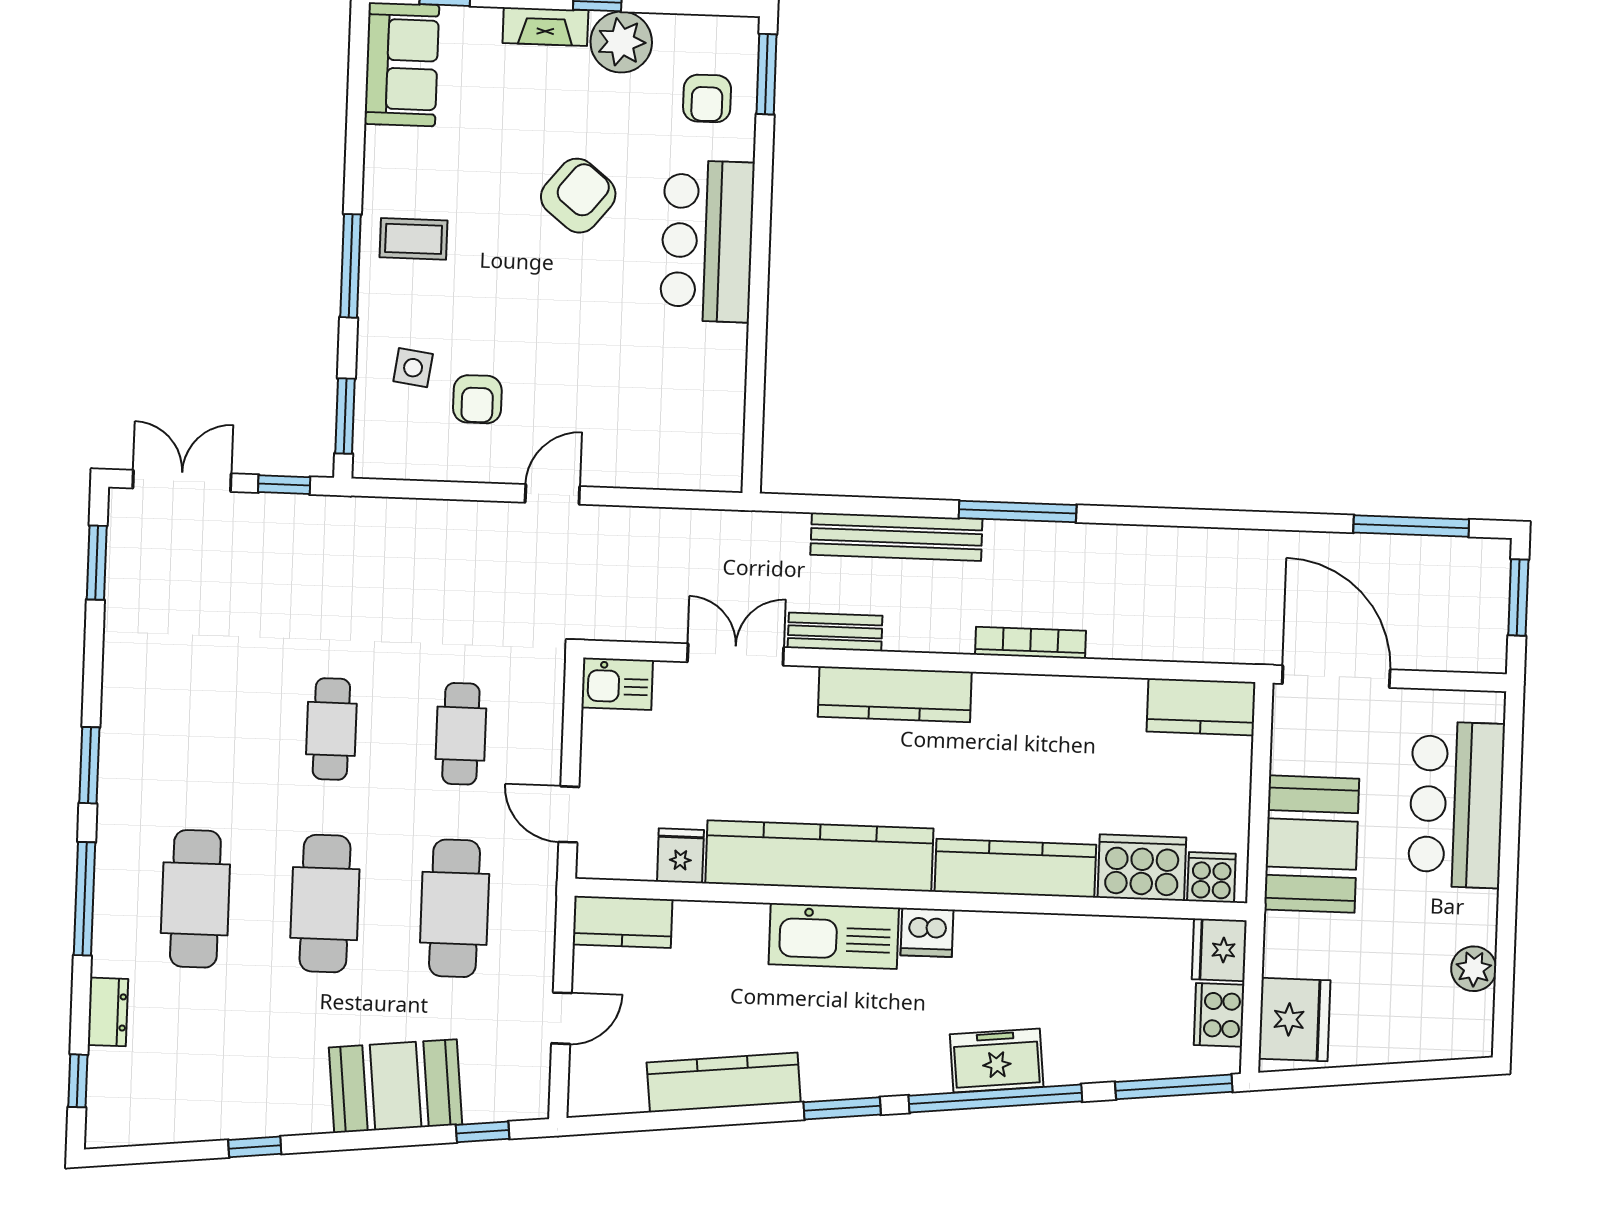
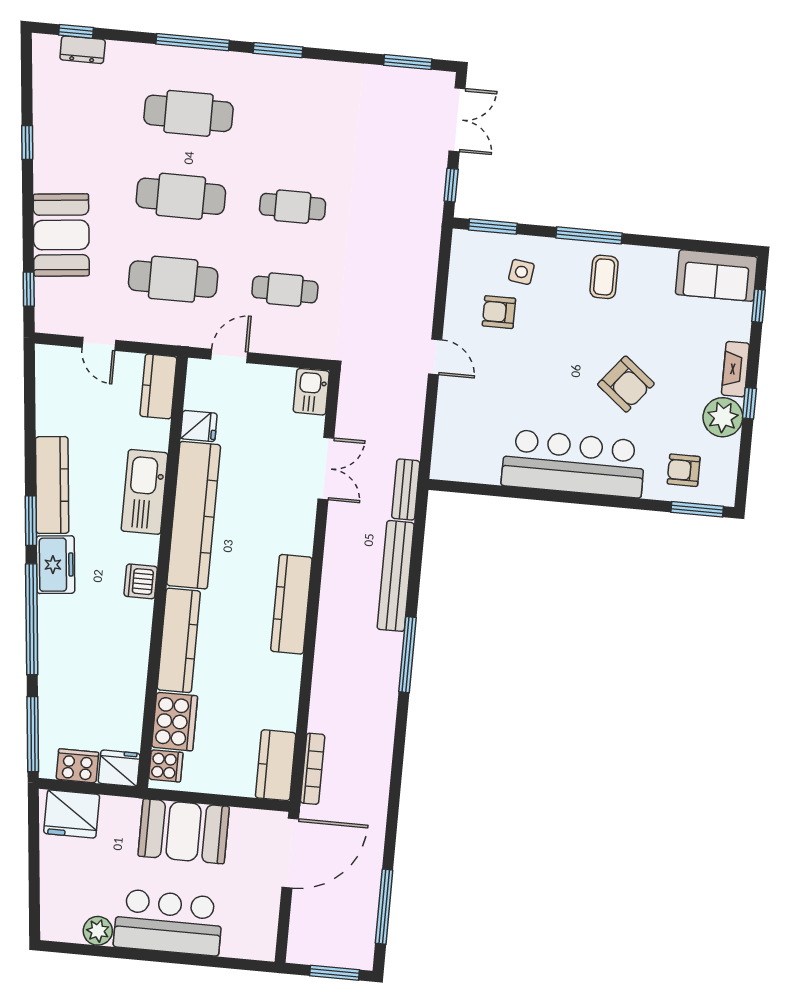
bar counter: (707, 241) -> (573, 463), width x1.36
bench: (835, 632) -> (406, 490), moved
bookcase: (1031, 643) -> (313, 769), moved
kitchen counter: (895, 694) -> (291, 604), moved
bar counter: (1456, 805) -> (168, 922), moved
kitchen sink: (834, 936) -> (145, 492), moved
dresser: (108, 1012) -> (83, 50), moved
freezer: (997, 1061) -> (56, 565), moved
kitchen counter: (724, 1082) -> (52, 485), moved

